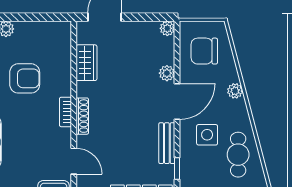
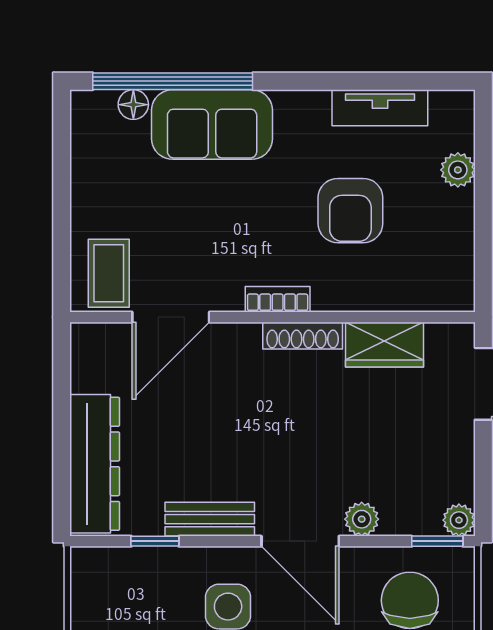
window: (177, 38) -> (437, 541), added
shoe rack: (82, 116) -> (303, 336), moved
door: (74, 161) -> (171, 317), width x1.38

